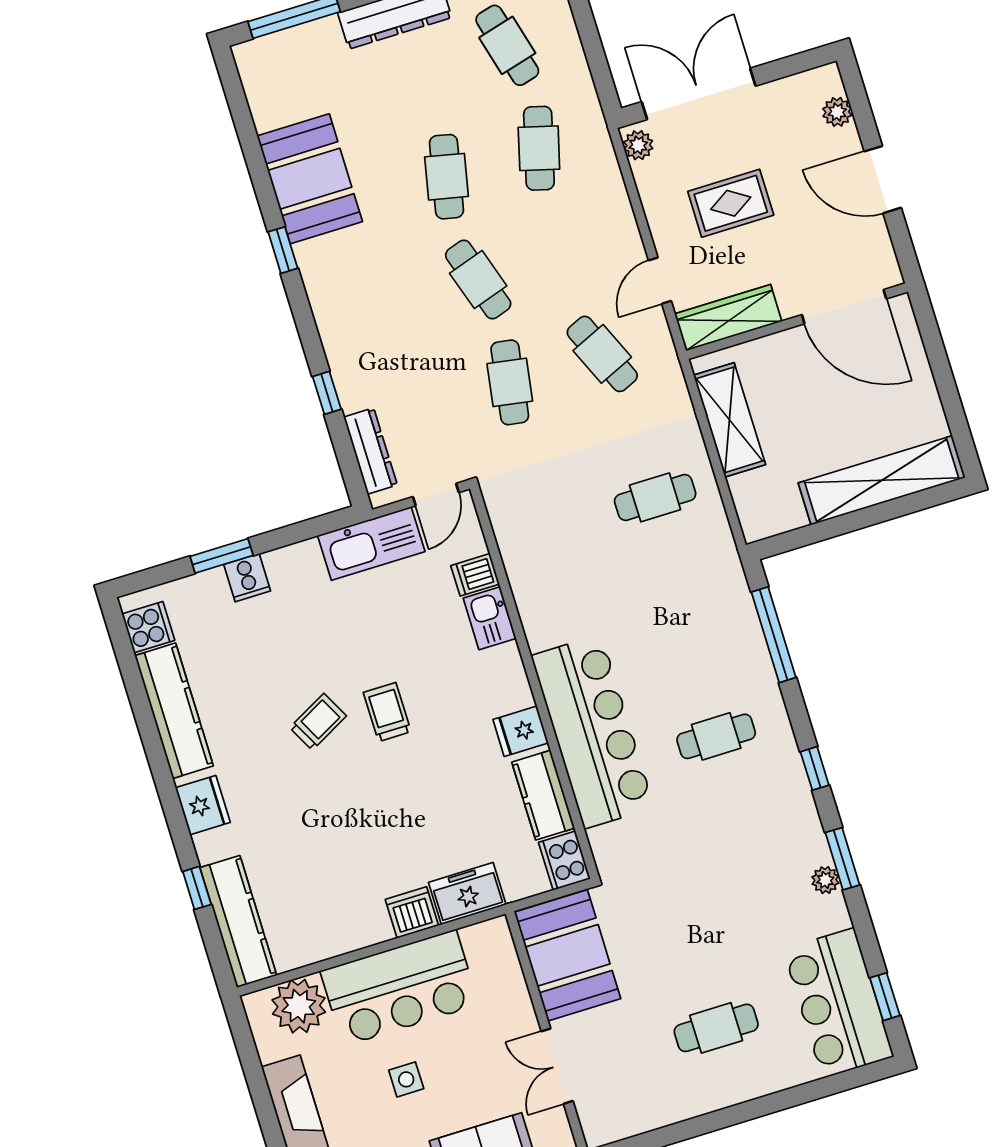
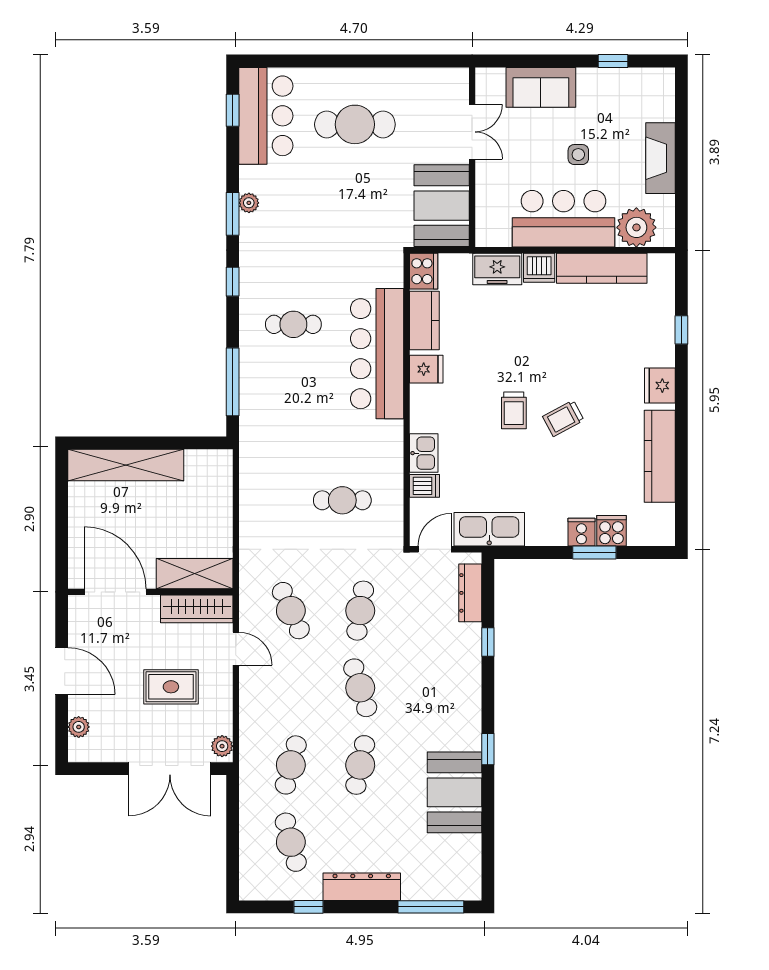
door: (660, 281) -> (236, 649), hinge flipped
shelving: (729, 420) -> (195, 574), moved, turned 90
cafe table: (655, 497) -> (342, 500), moved
cooker: (148, 627) -> (611, 531), moved, turned 90
kitchen counter: (238, 921) -> (602, 268), moved, turned -90
cafe table: (716, 1028) -> (355, 124), width x1.37, depth x1.35

